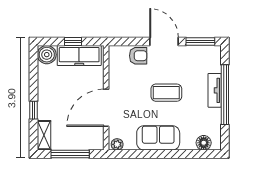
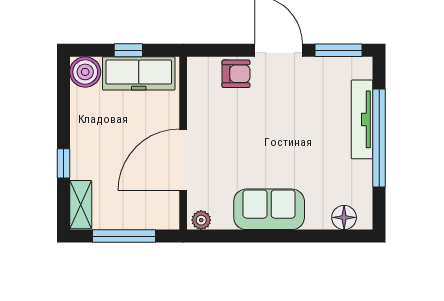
tv unit: (215, 90) -> (362, 119), width x1.41
coffee table: (166, 93) -> (282, 135), removed

